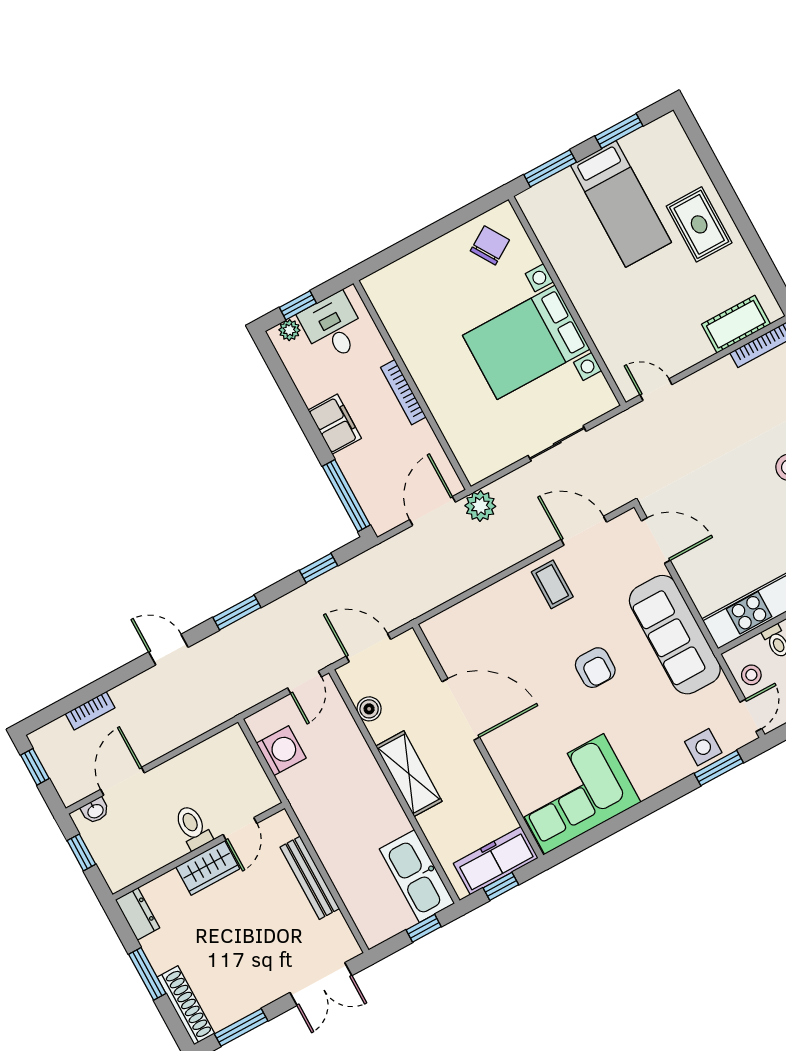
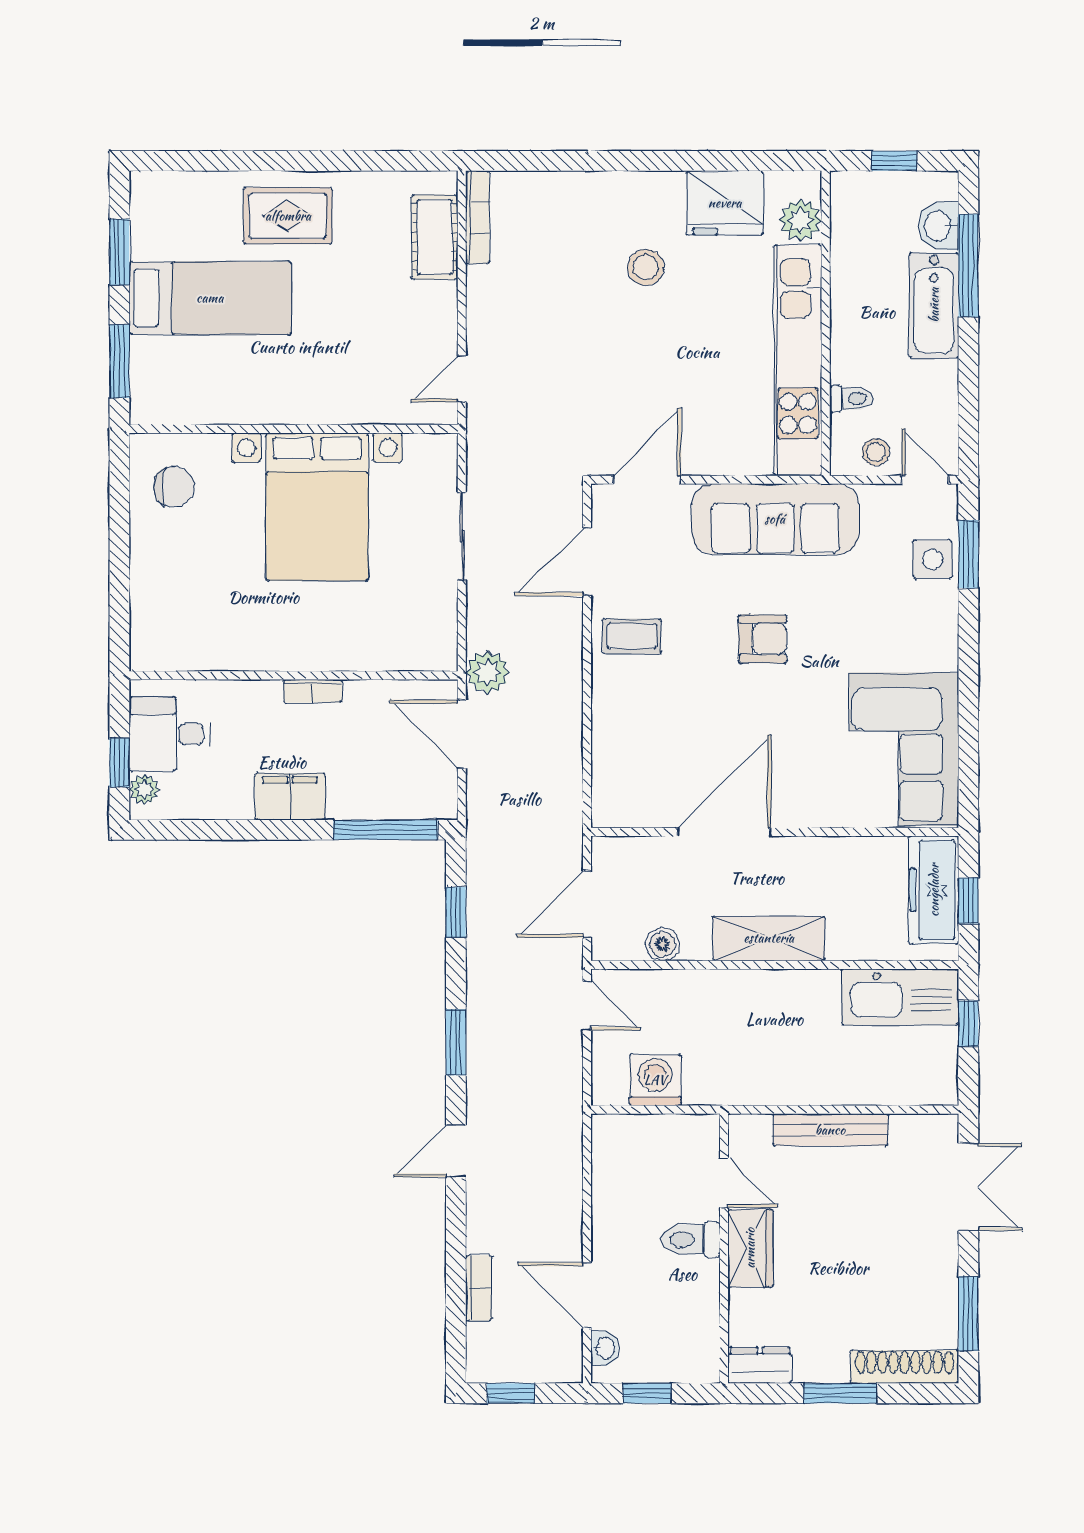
chair: (490, 245) -> (174, 487), turned 122
bookcase: (403, 392) -> (313, 691), width x0.64

